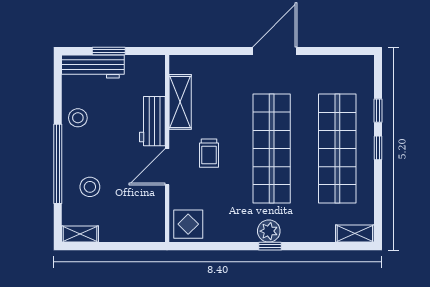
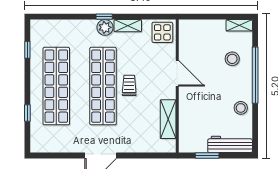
window: (109, 51) -> (207, 156), moved
workbench: (152, 121) -> (188, 106), removed
window: (378, 148) -> (27, 50), moved
trolley: (209, 153) -> (129, 85), moved
door: (167, 167) -> (177, 73), hinge flipped
shelving: (355, 234) -> (128, 26), moved

